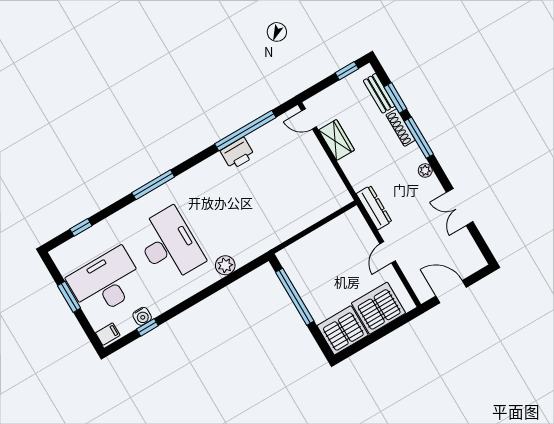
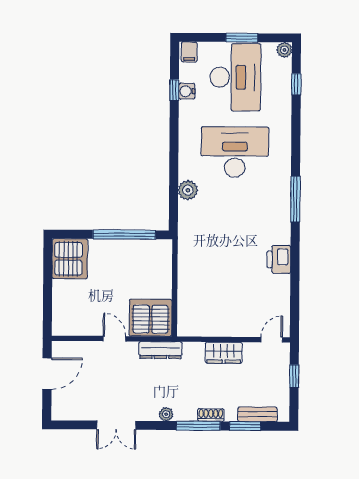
window: (347, 71) -> (294, 376), moved
shoe rack: (401, 128) -> (211, 415), width x0.70
window: (245, 131) -> (295, 278), removed
wardrobe: (337, 140) -> (224, 353), moved
window: (153, 185) -> (295, 199), moved
double door: (460, 207) -> (116, 425), swing flipped
desk: (169, 245) -> (235, 152), turned 180
plant: (58, 255) -> (284, 50), added
server rack: (378, 308) -> (151, 318), moved, turned -90

